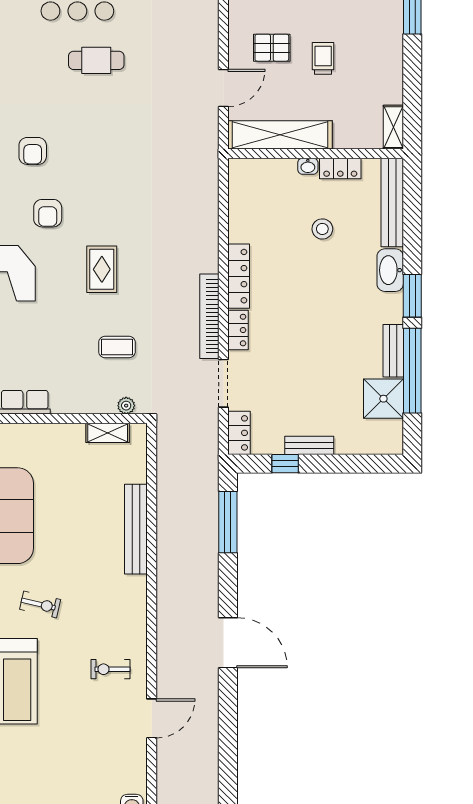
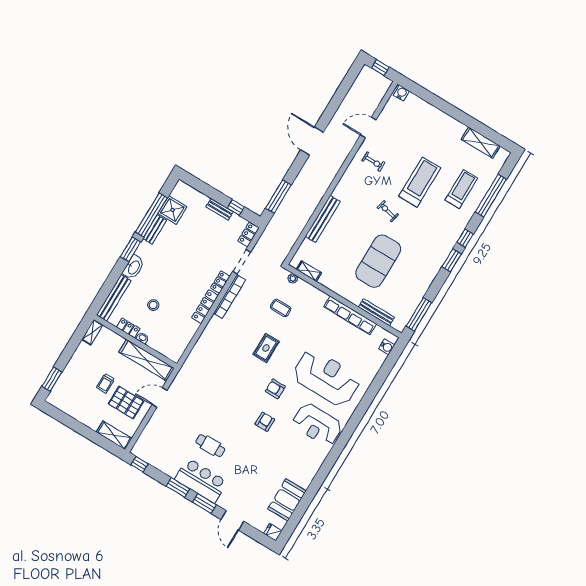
pallet: (272, 48) -> (126, 403), width x1.50, depth x1.42
armchair: (48, 213) -> (275, 389), turned -90

